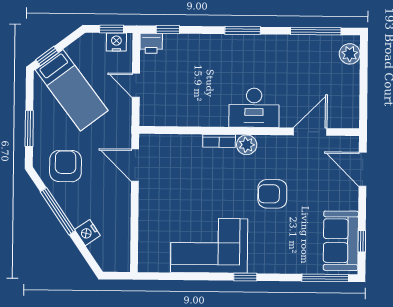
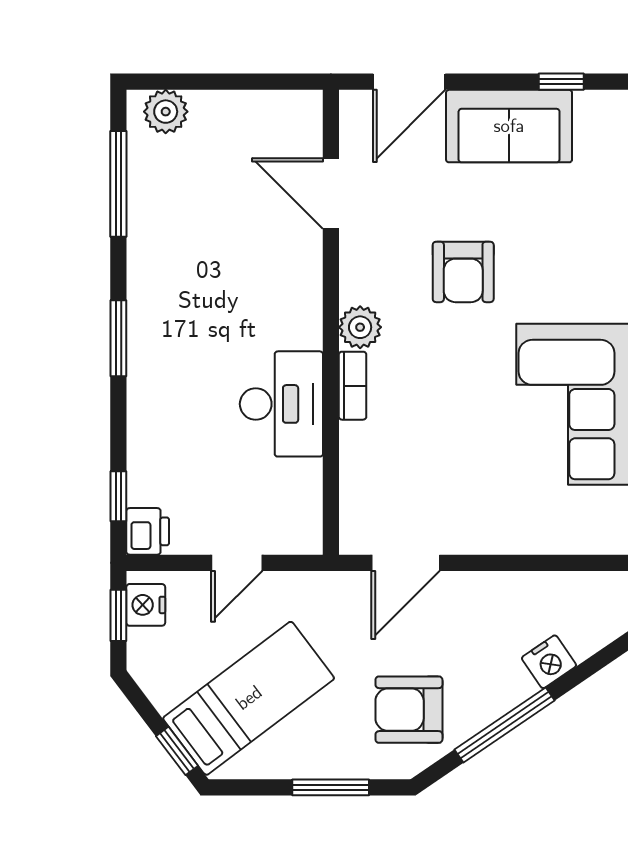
desk: (254, 108) -> (281, 404), moved
sofa: (341, 241) -> (509, 126), moved

